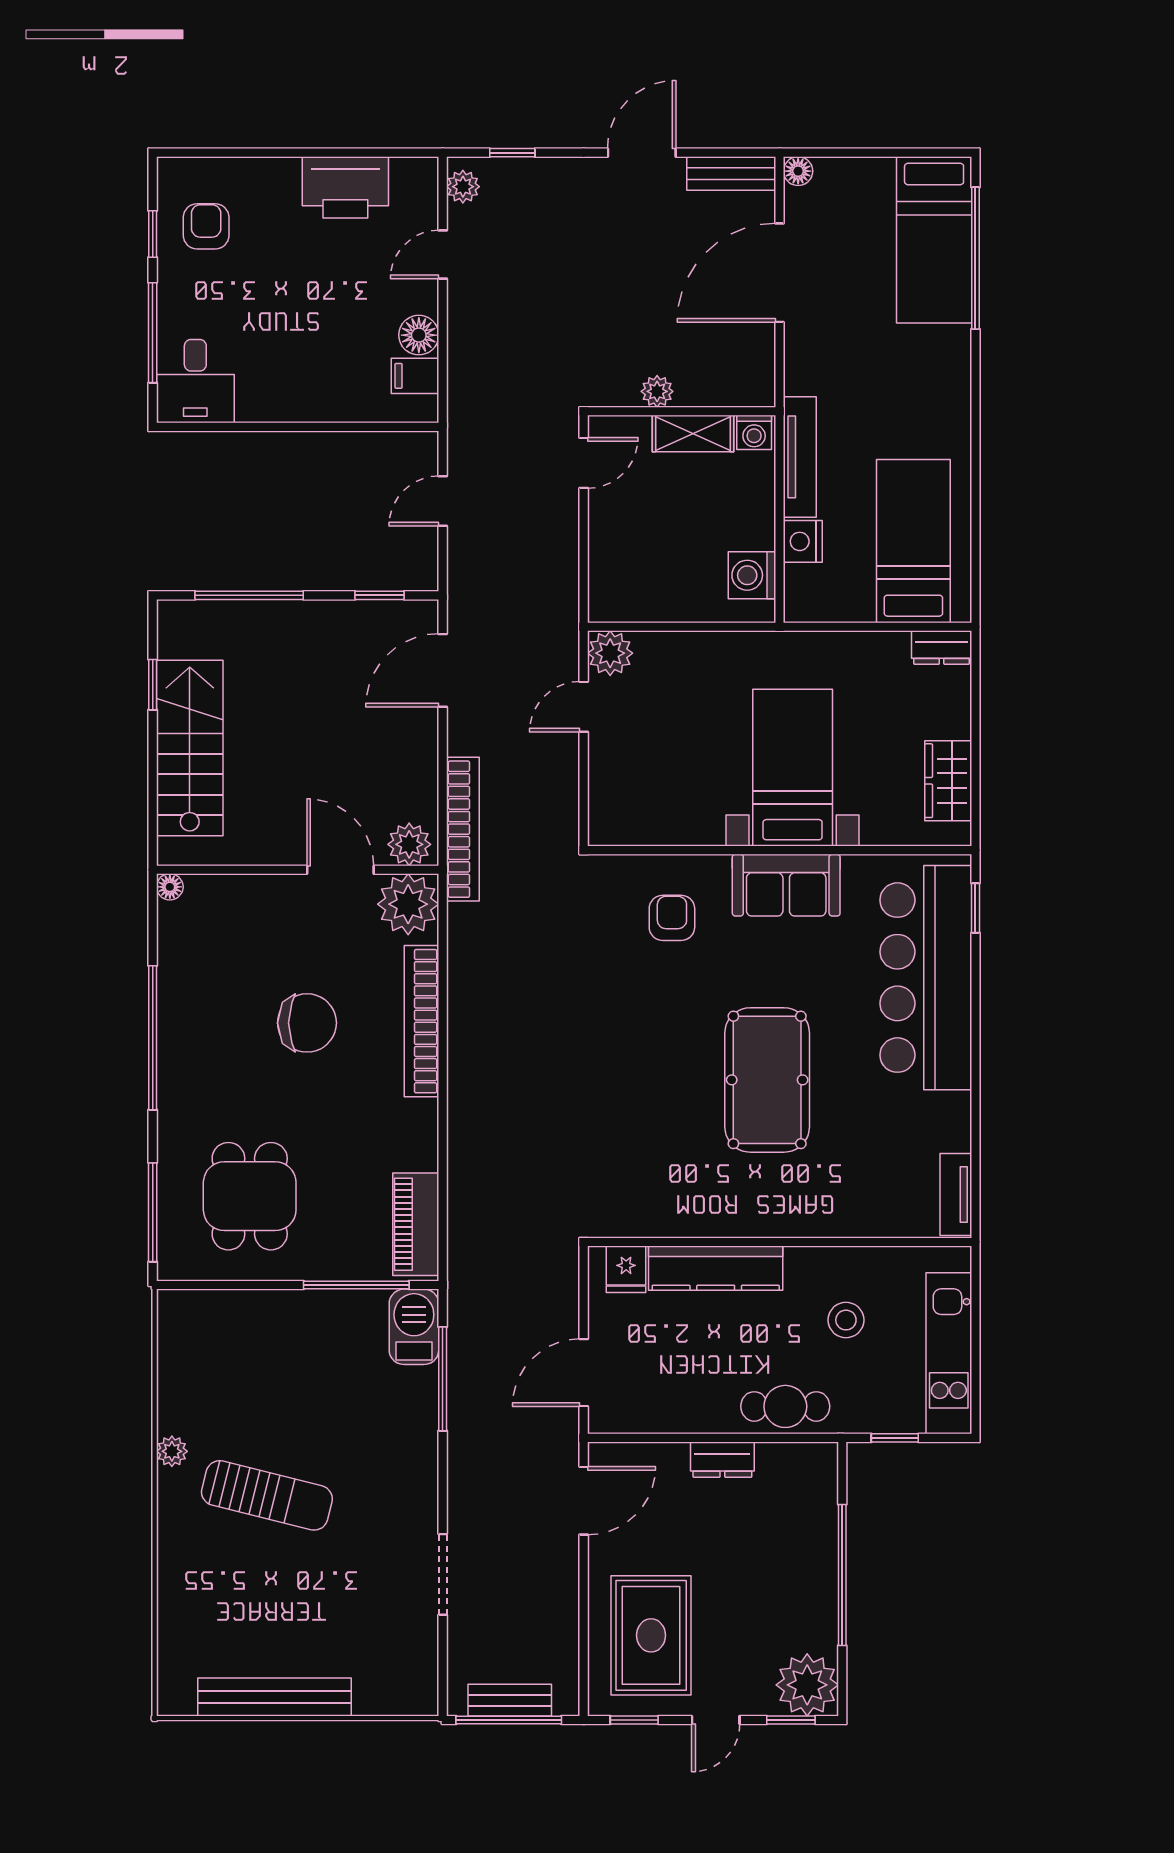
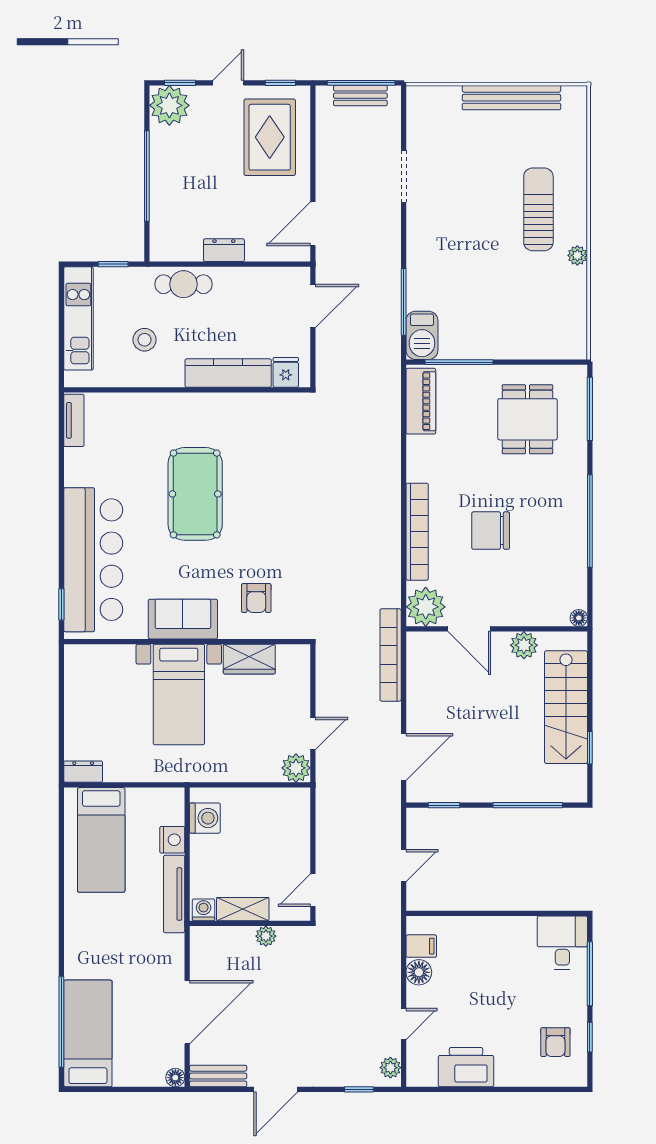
wardrobe: (948, 781) -> (249, 659), moved, turned 90
plant: (409, 844) -> (524, 645), moved
sun lounger: (267, 1495) -> (538, 209), moved, turned 76

